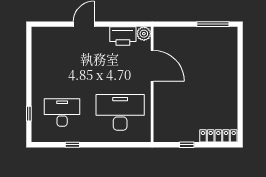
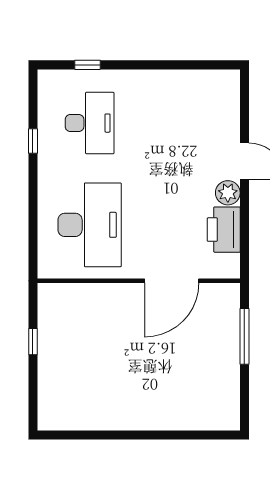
window: (213, 24) -> (244, 336), moved
plant: (144, 34) -> (228, 193), moved
locker: (218, 136) -> (49, 397), removed

